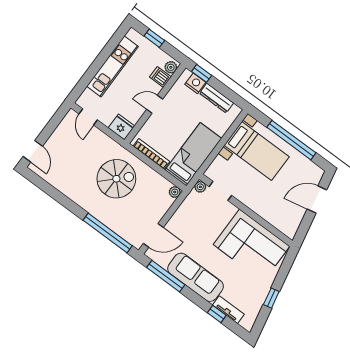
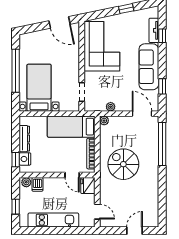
door: (155, 104) -> (72, 175), moved
door: (88, 117) -> (97, 212), hinge flipped
door: (33, 151) -> (135, 231), moved
plant: (200, 187) -> (111, 107), moved
door: (317, 199) -> (60, 22), moved
window: (166, 276) -> (162, 86), width x0.46

